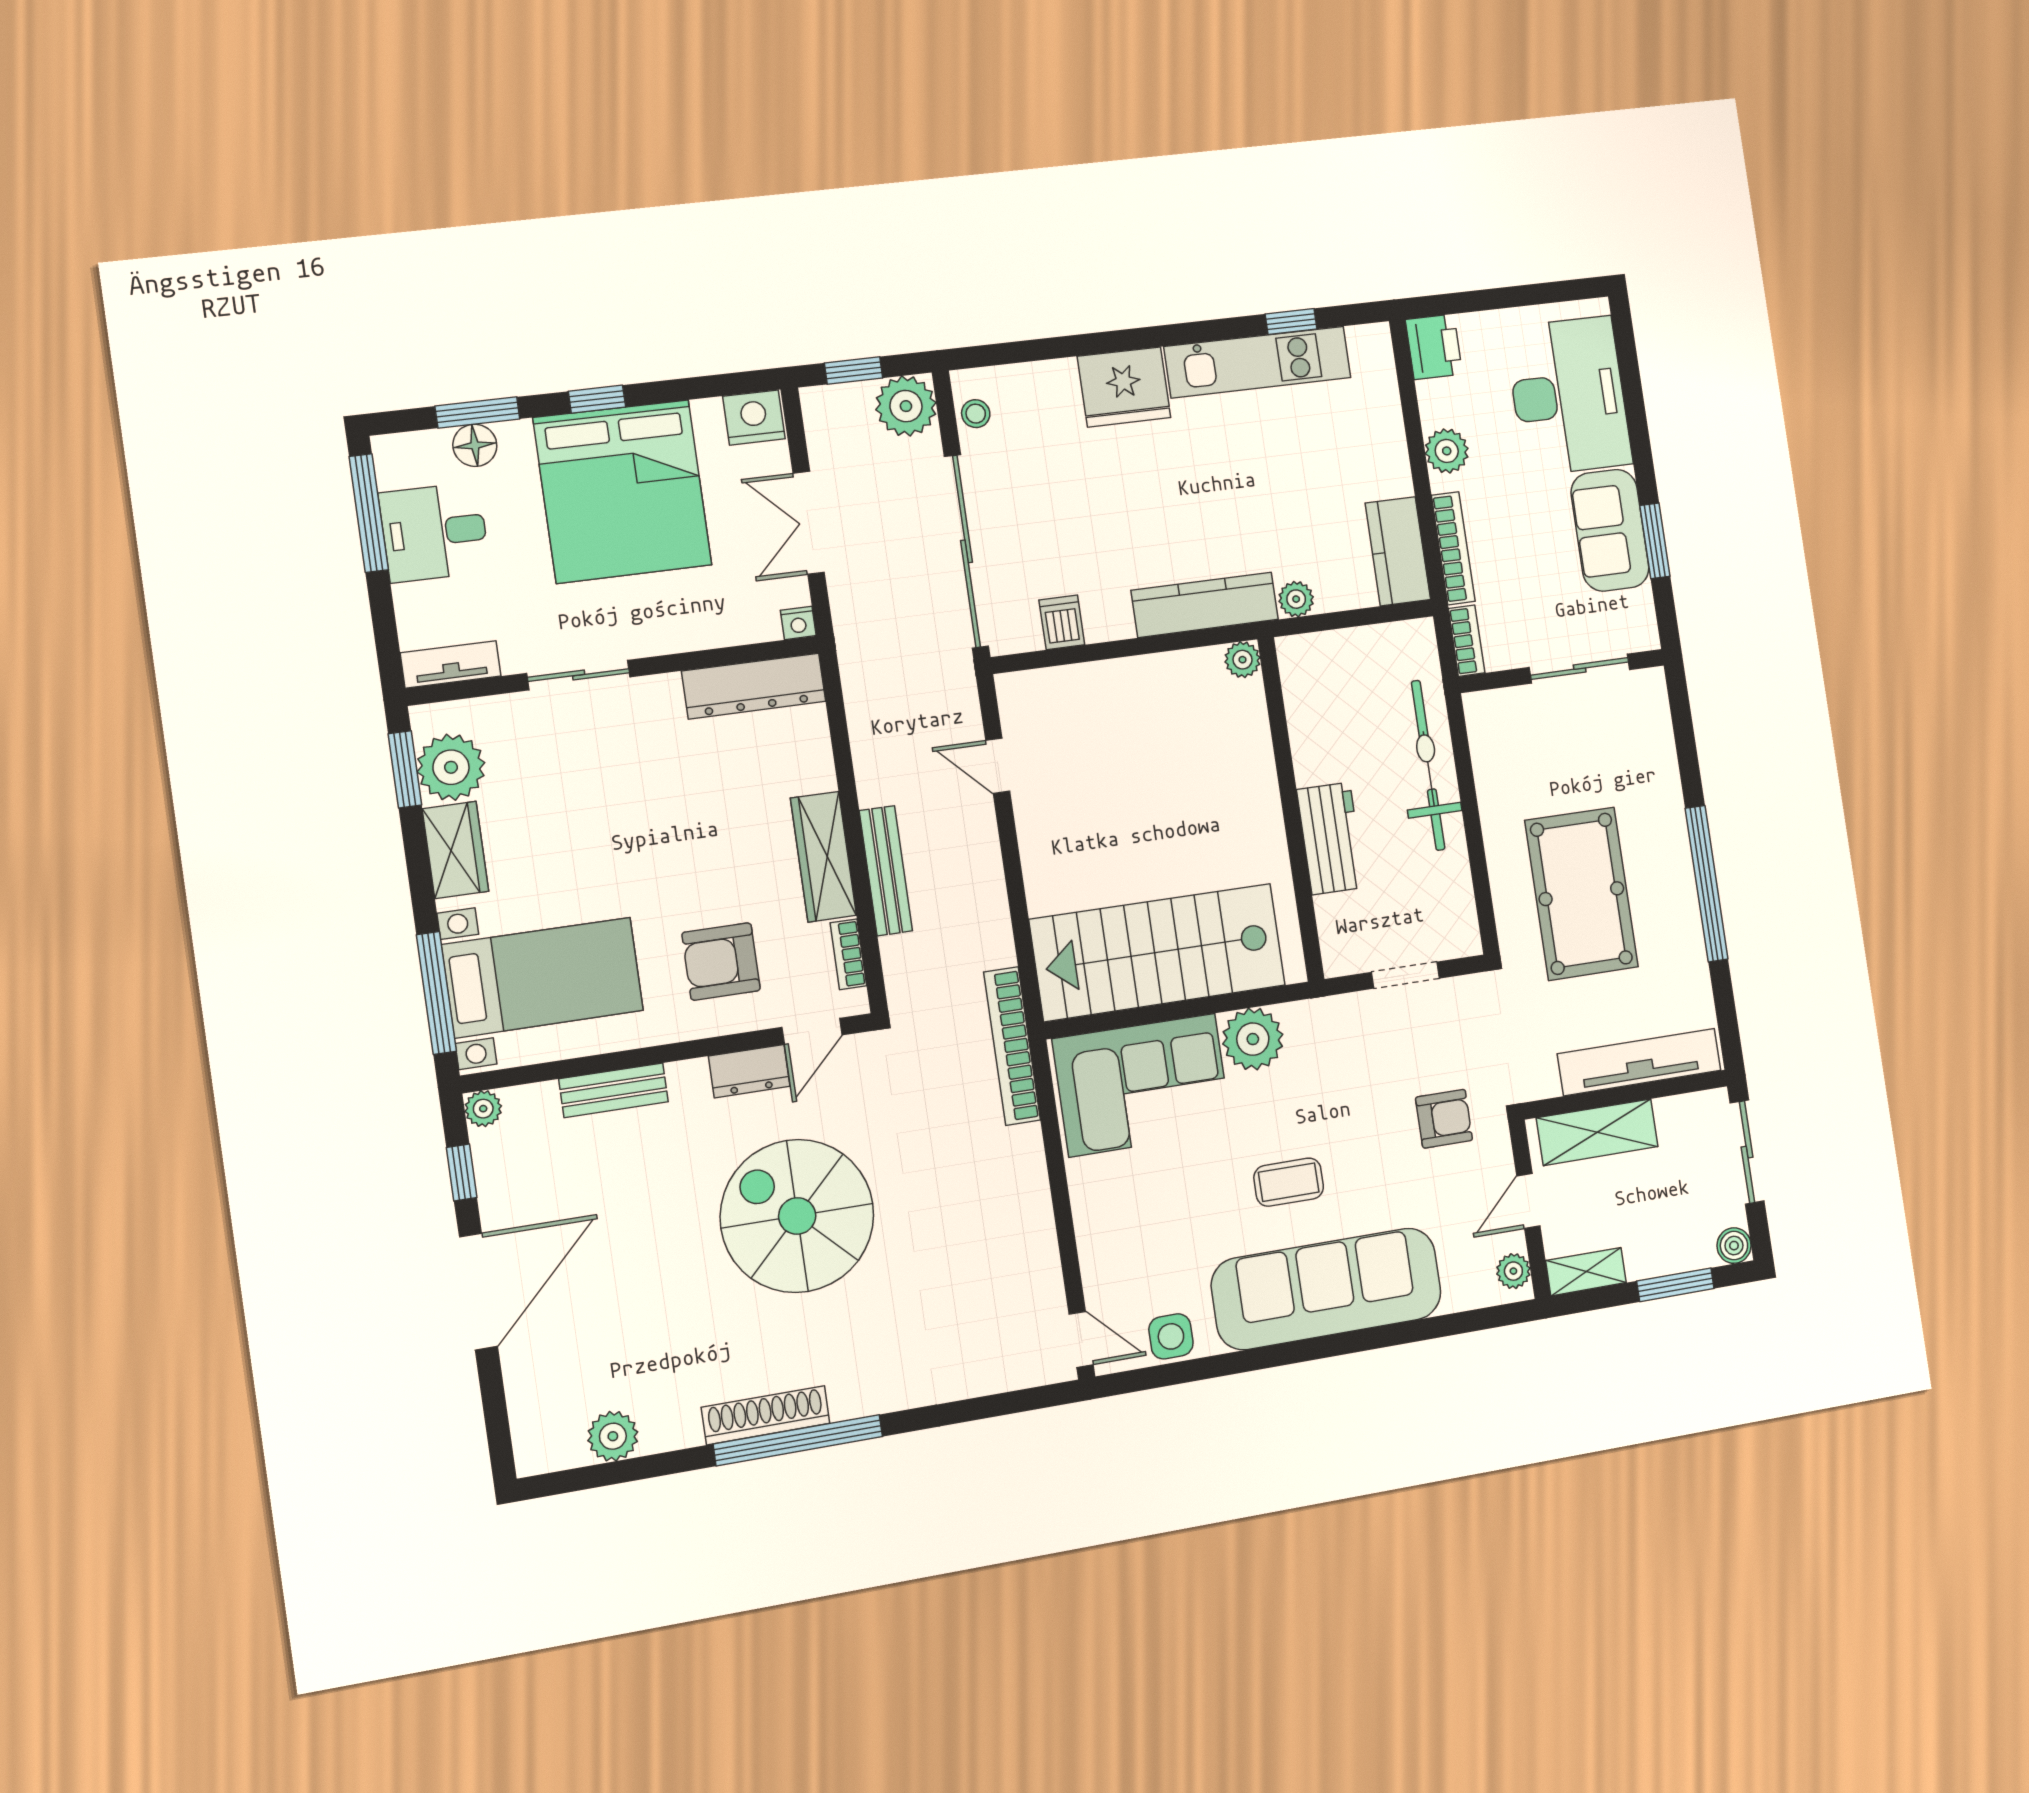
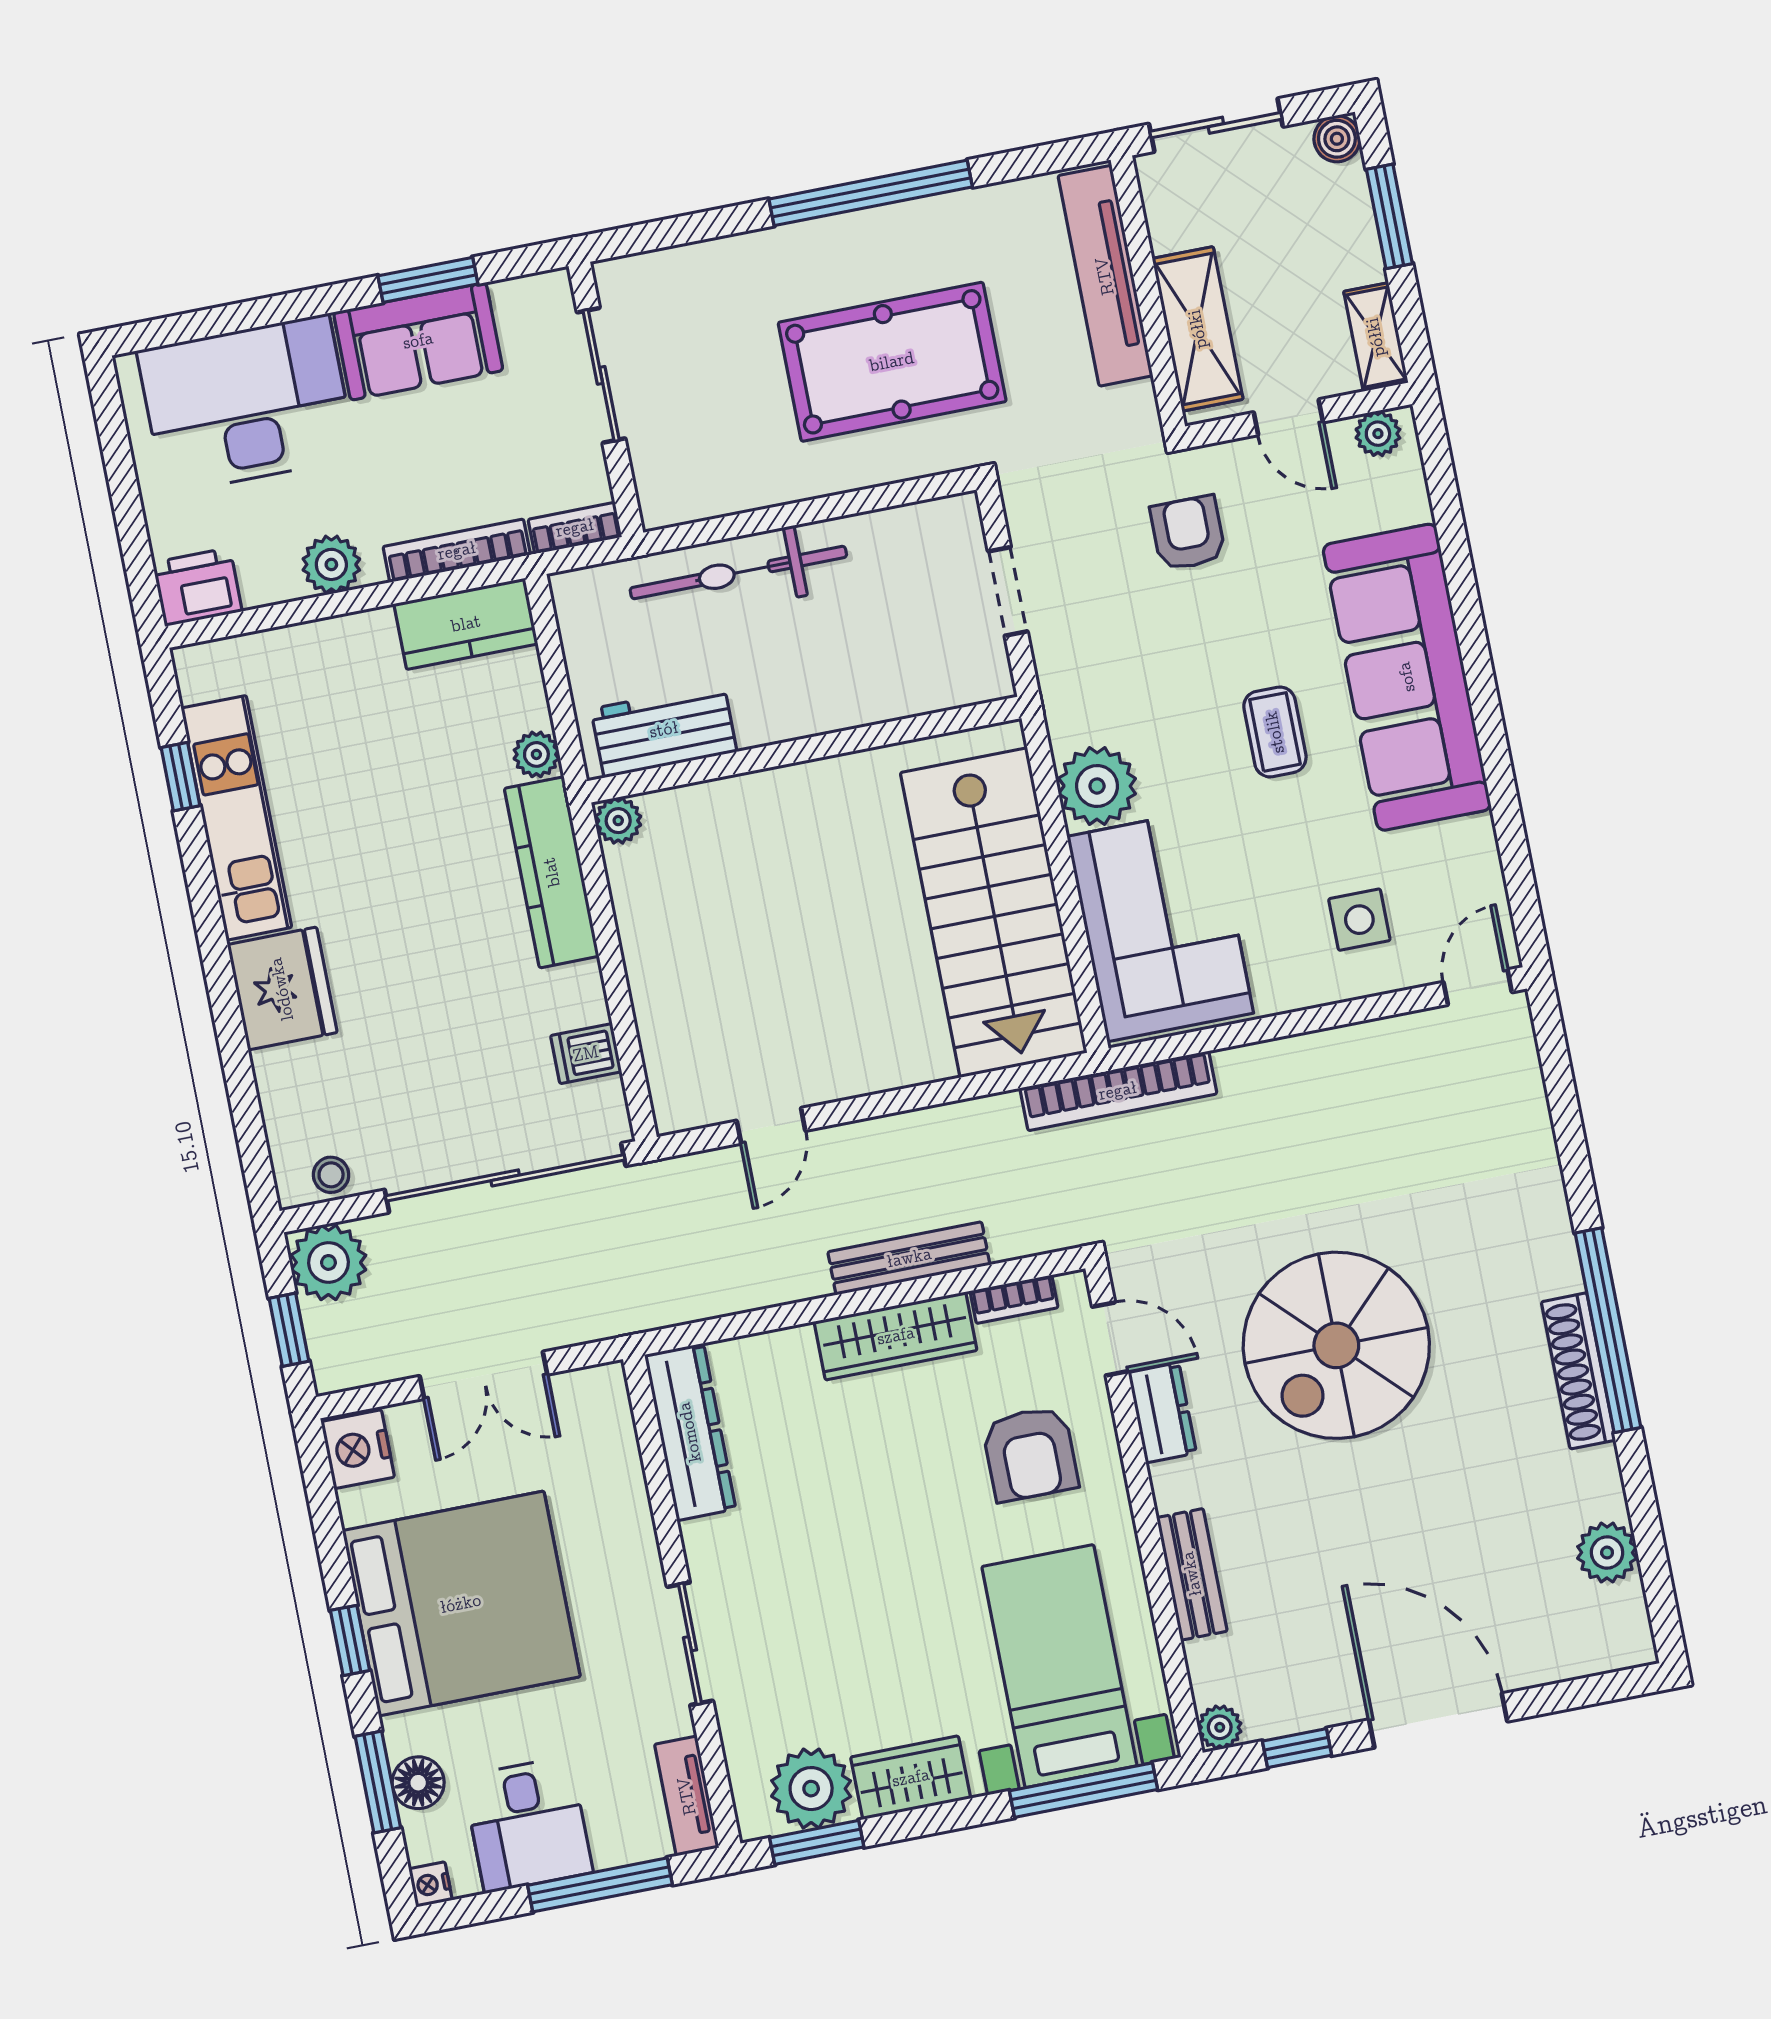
window: (369, 513) -> (600, 1885), moved
nightstand: (798, 623) -> (431, 1884), moved, turned 180
workbench: (1331, 838) -> (664, 730), moved
side table: (1171, 1336) -> (1359, 920), moved

